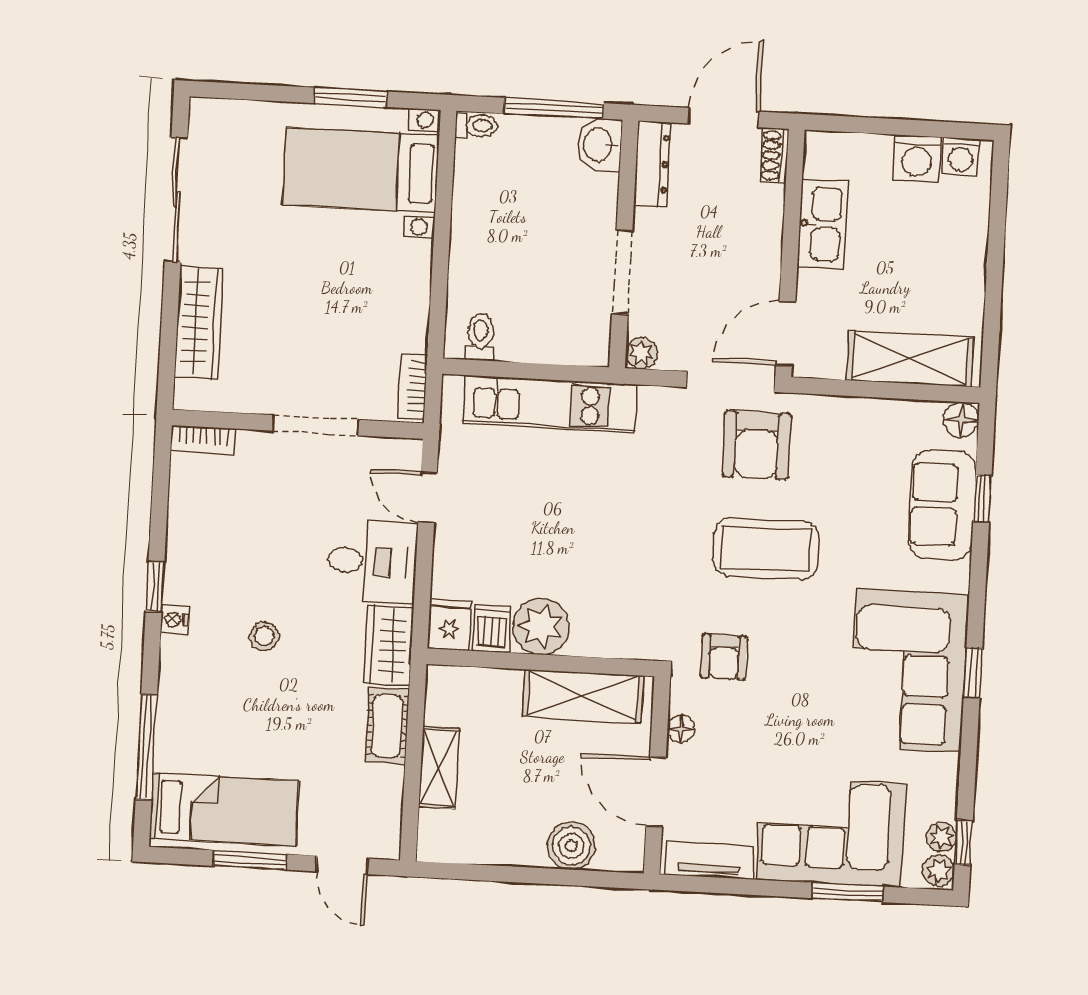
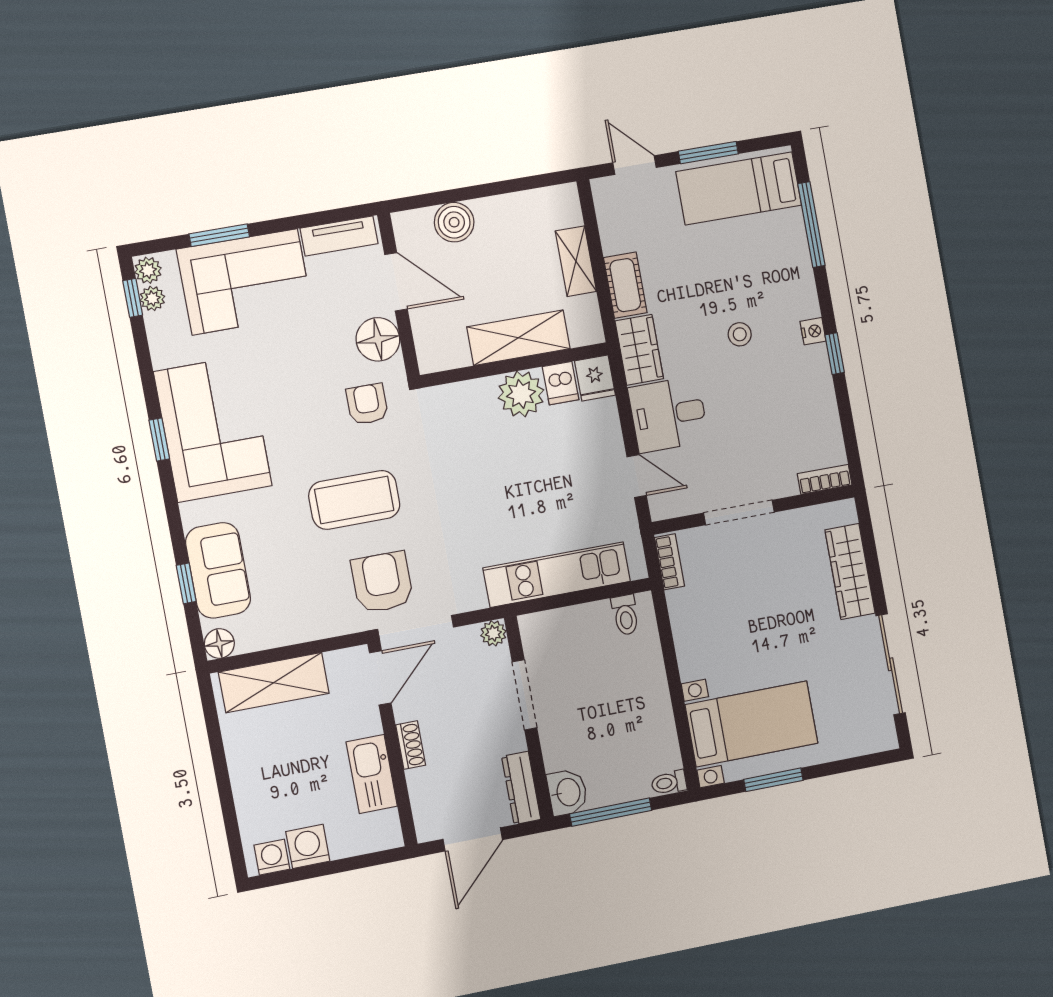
shoe rack: (774, 155) -> (411, 745), moved
shelving: (583, 696) -> (518, 338), moved
floor lamp: (681, 729) -> (378, 339), width x1.89, depth x1.89

